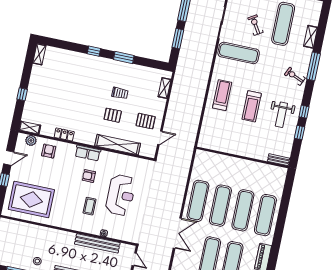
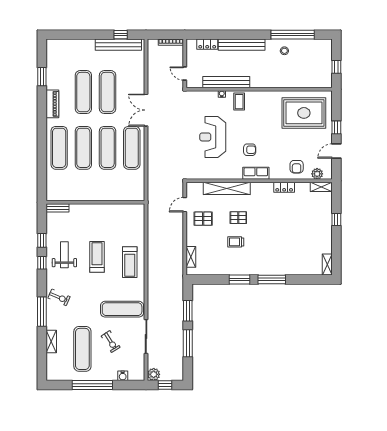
window: (94, 51) -> (272, 280), width x2.17
coffee table: (90, 206) -> (239, 102), moved

